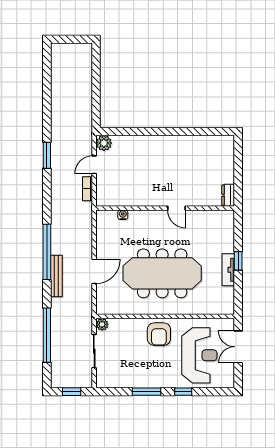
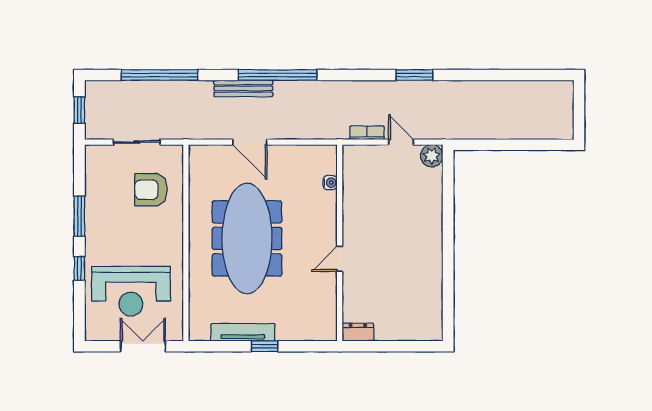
tv unit: (228, 270) -> (243, 332), width x1.41
plant: (102, 324) -> (175, 153), removed
armchair: (159, 334) -> (151, 190), moved

